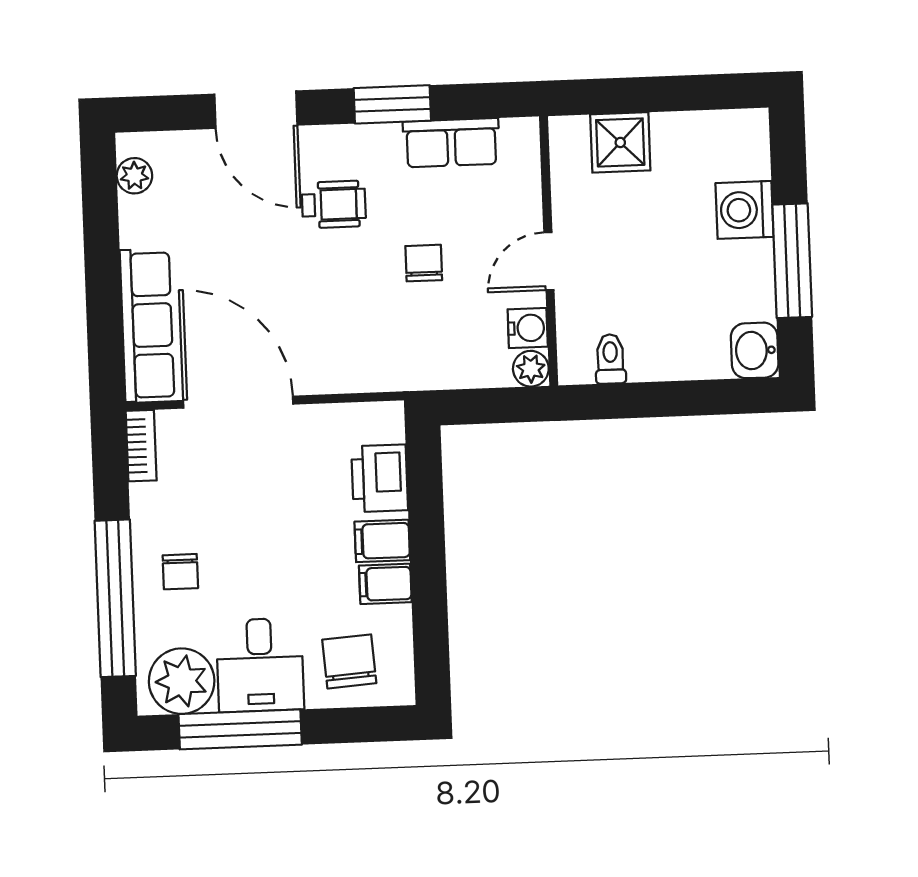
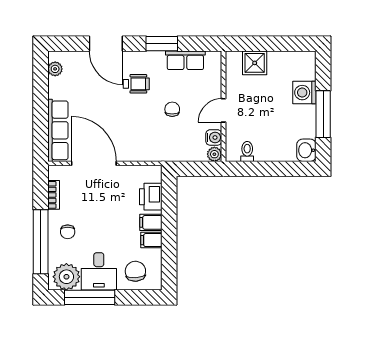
bookcase: (141, 446) -> (54, 195), moved

